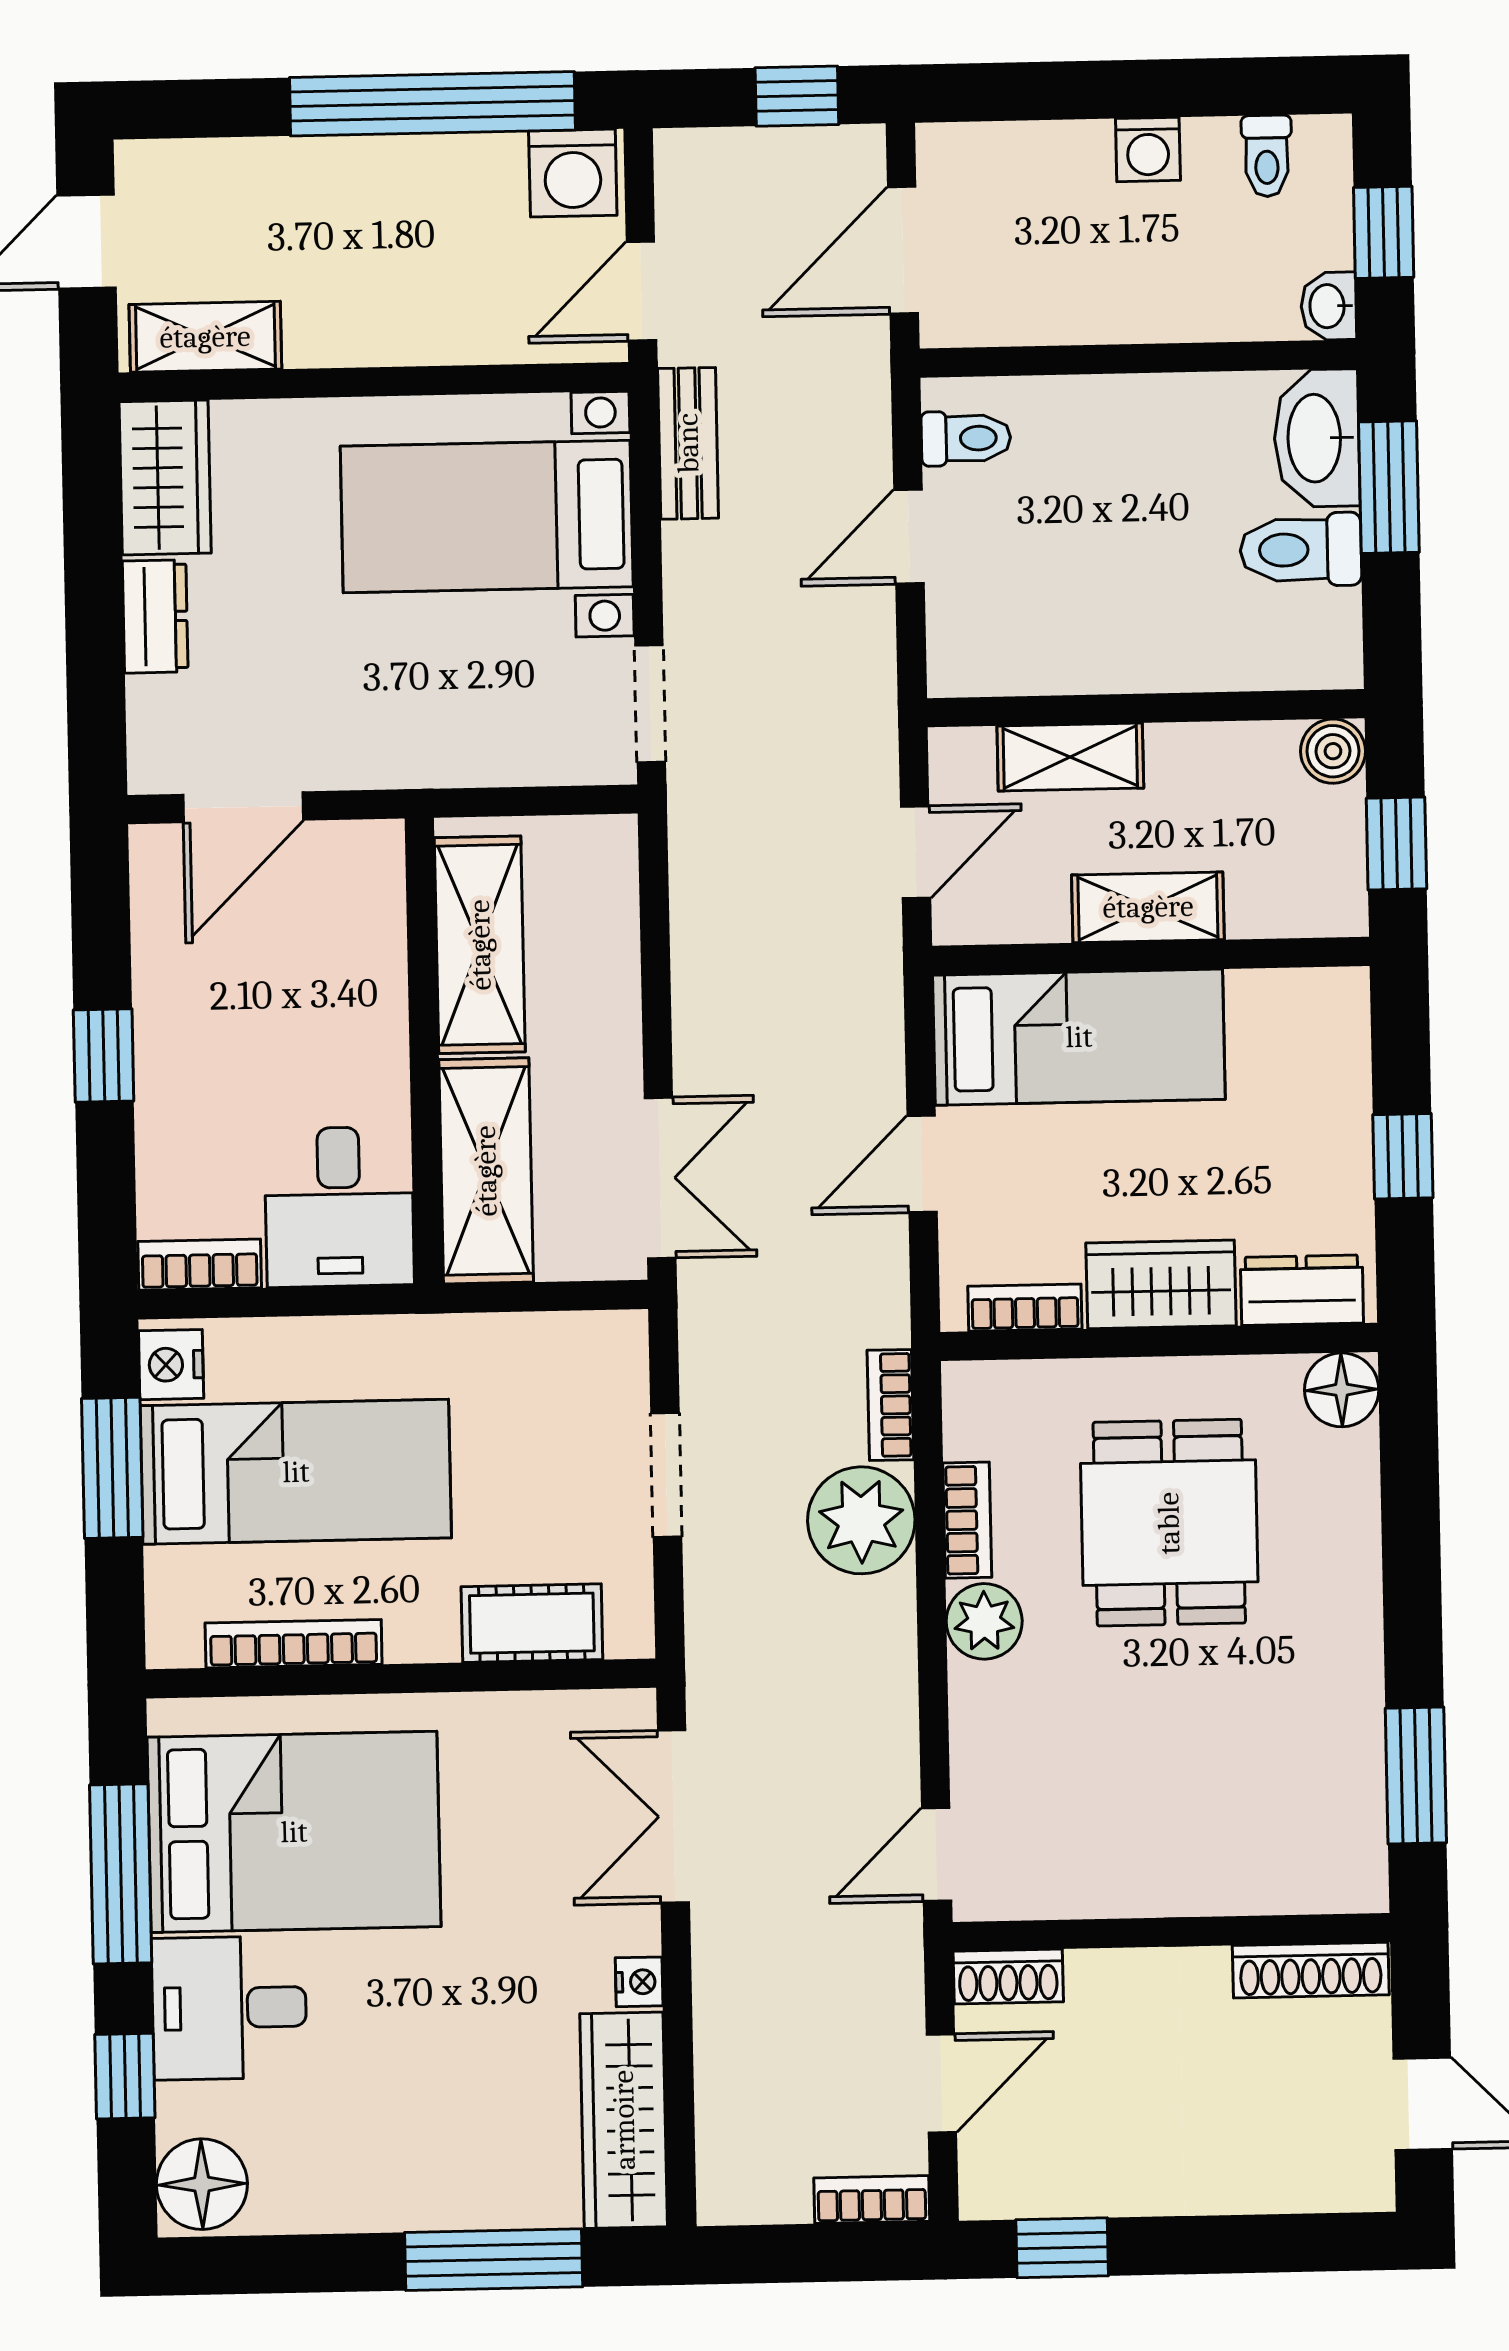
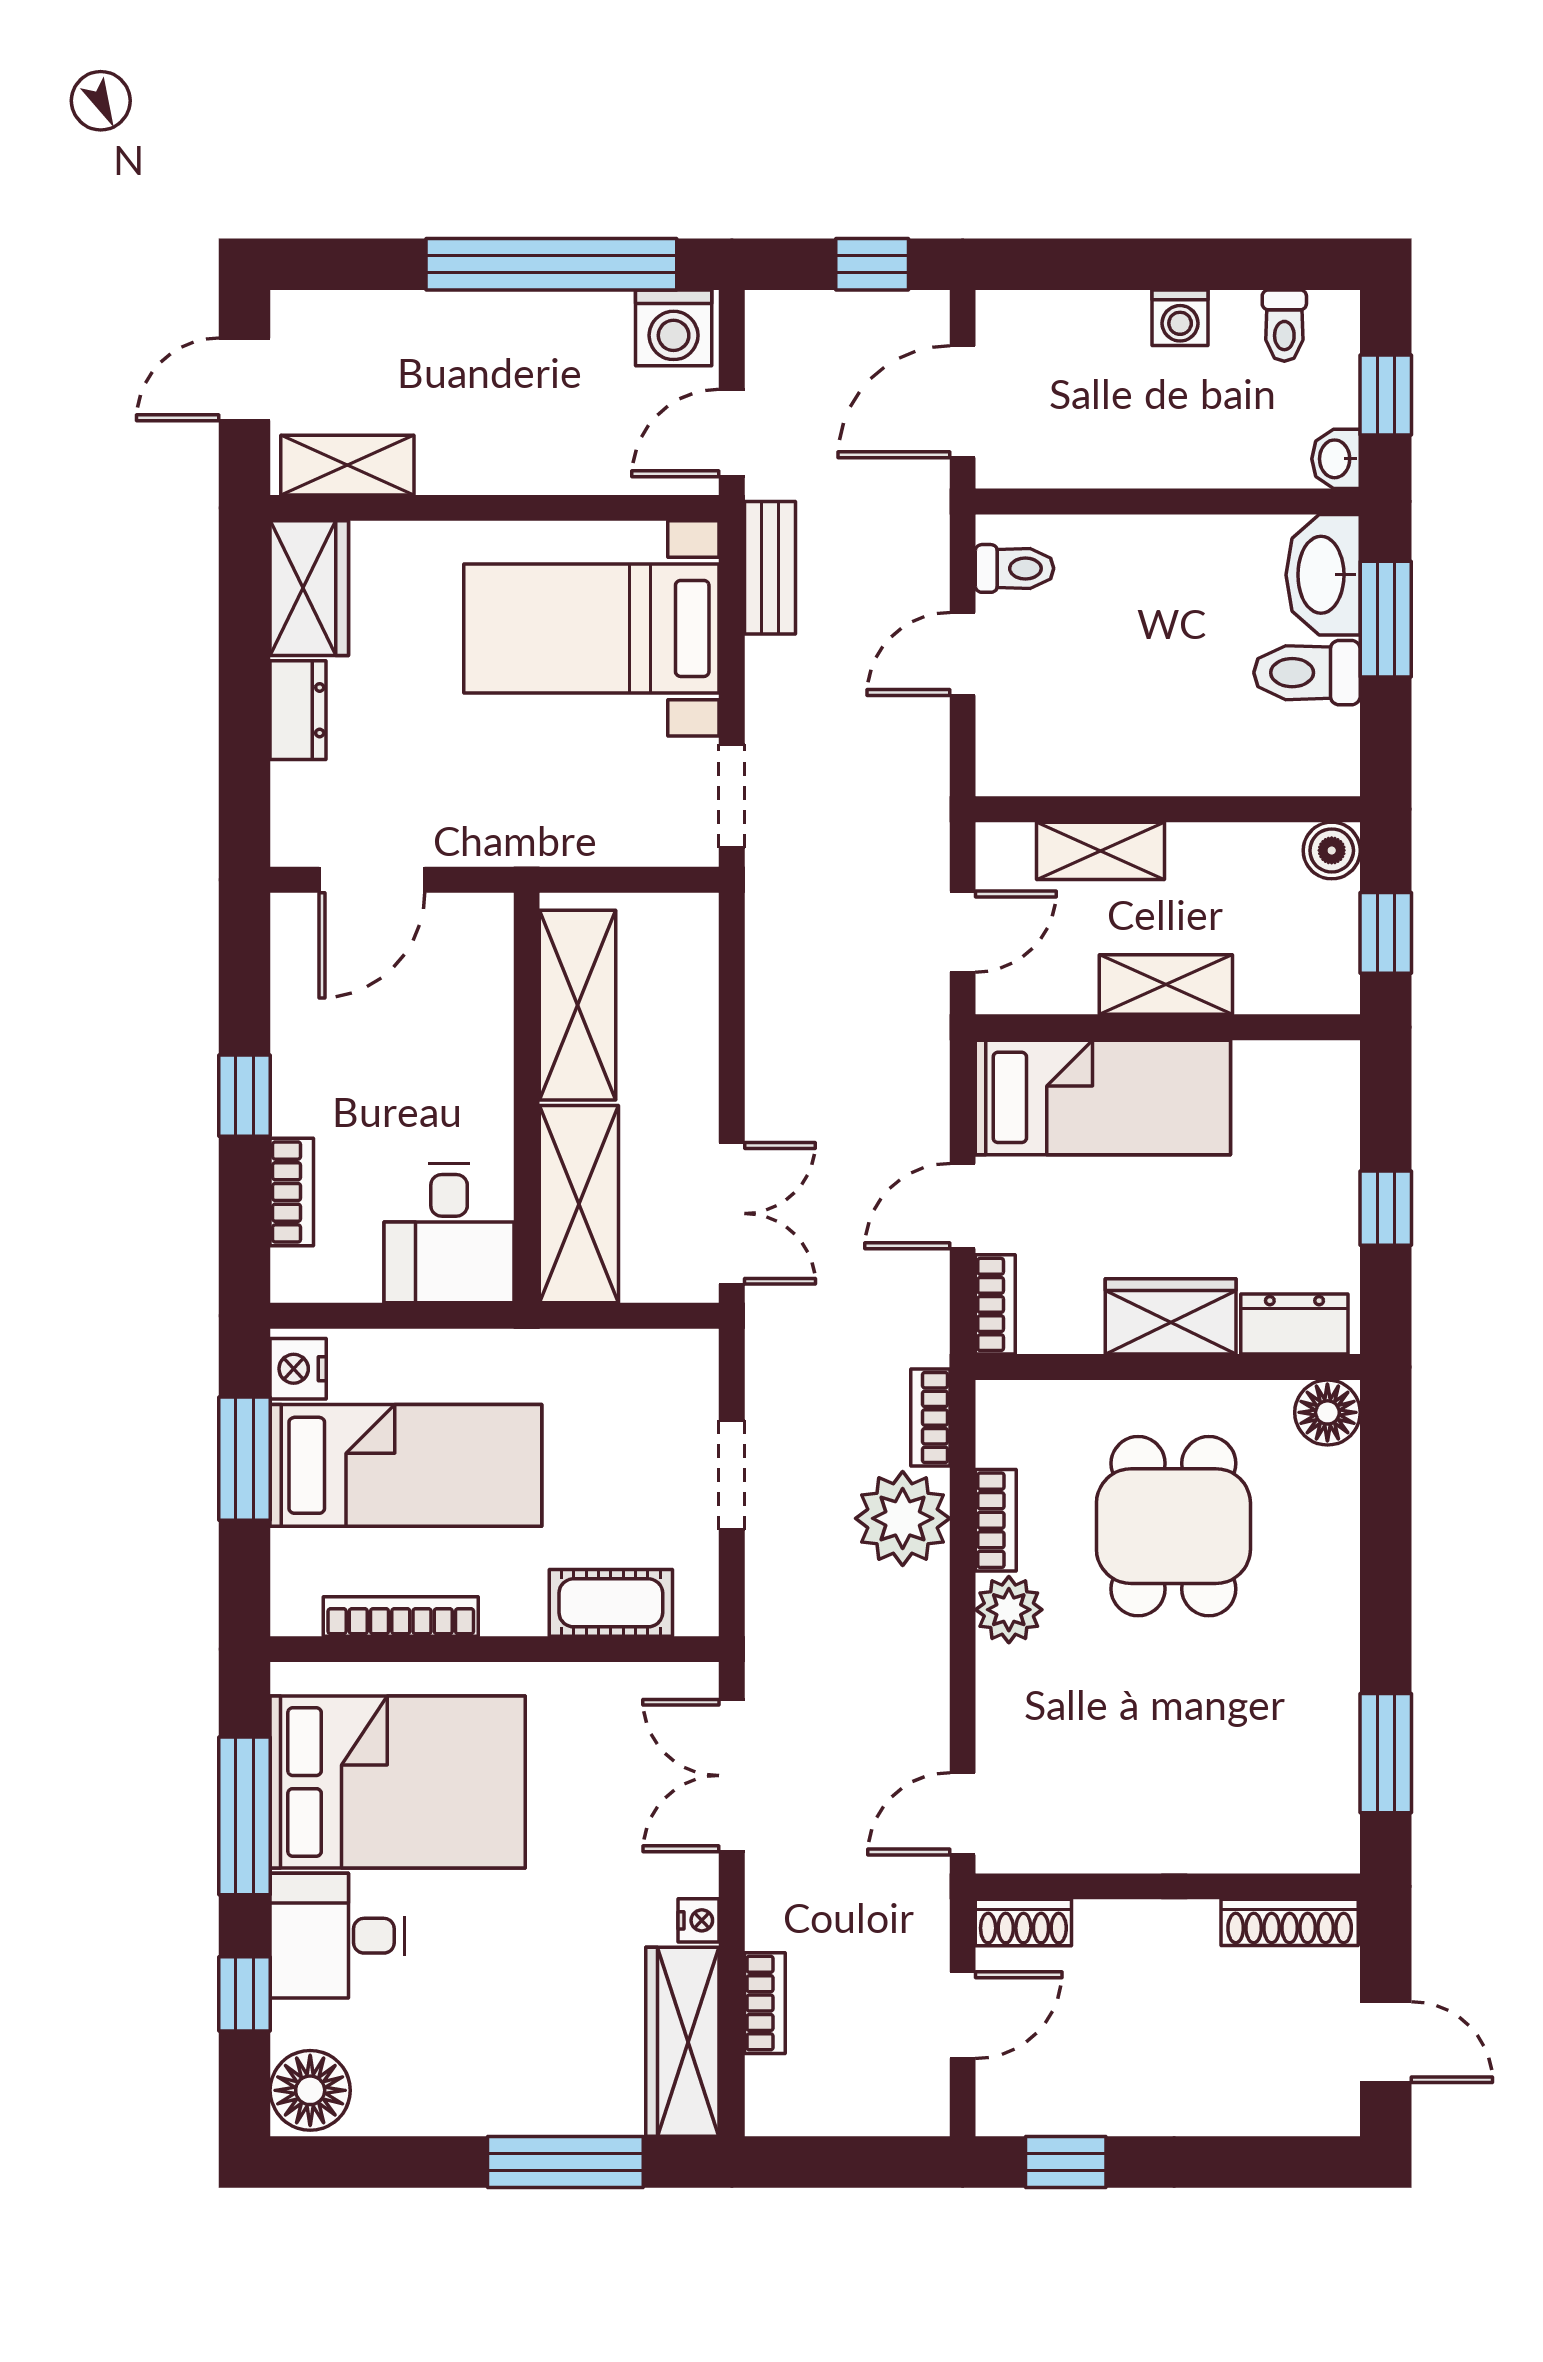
bookcase: (200, 1265) -> (292, 1192), moved, turned 90
bookcase: (1025, 1308) -> (995, 1304), moved, turned 90
bookcase: (872, 2200) -> (765, 2003), moved, turned 90

